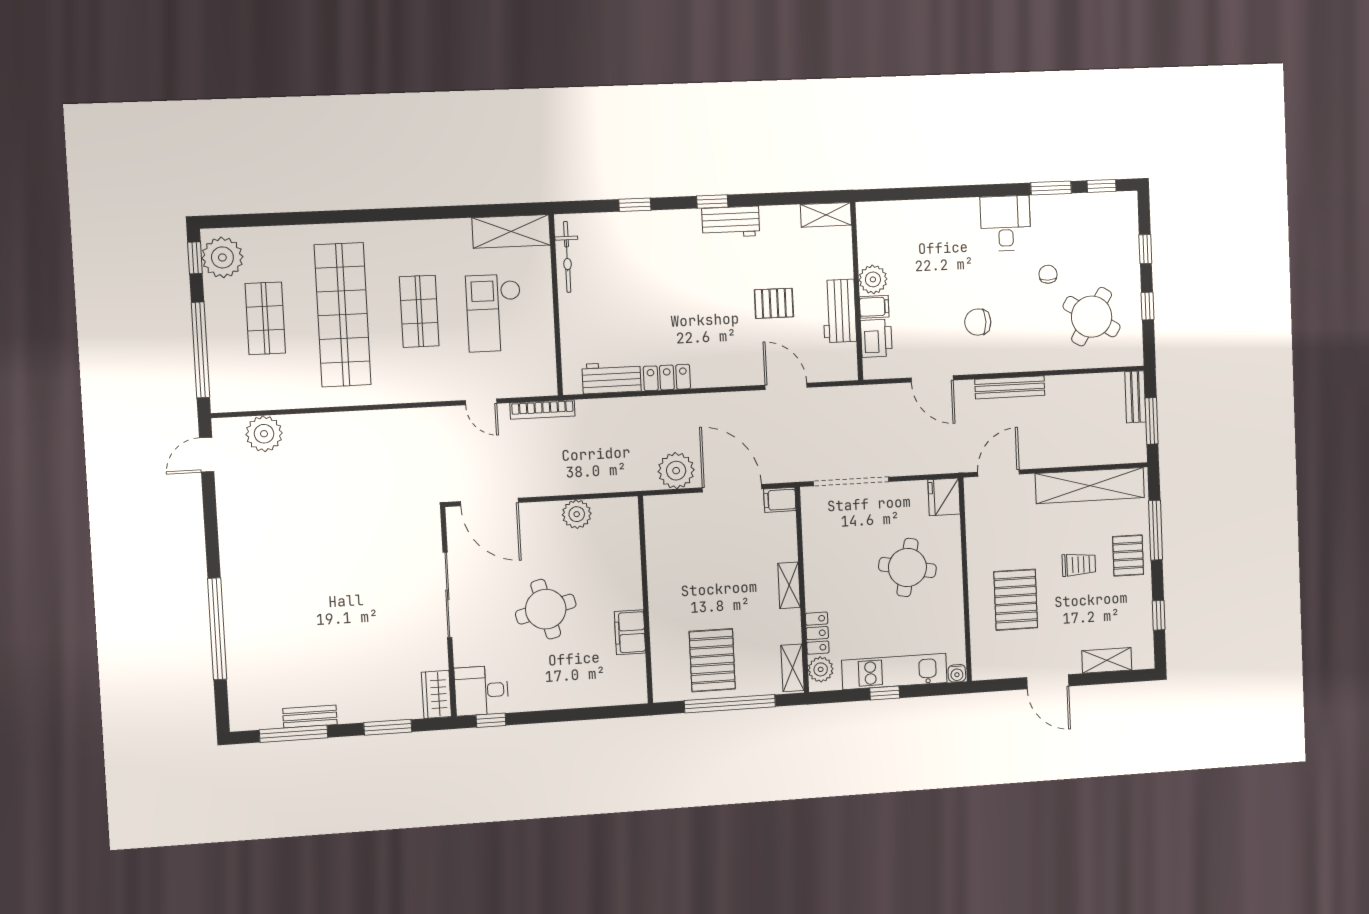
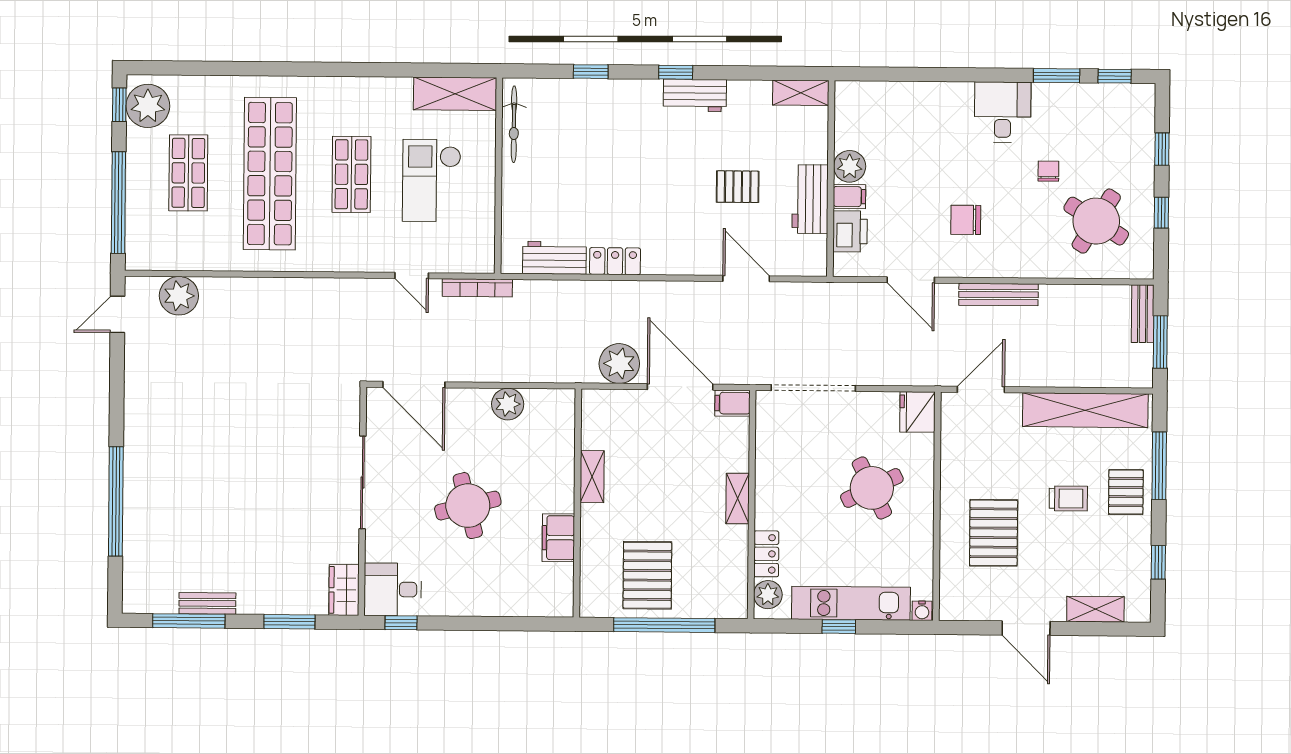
round table: (907, 567) -> (872, 488), turned -37
shelving: (793, 668) -> (592, 477), moved

